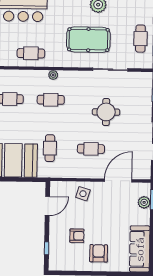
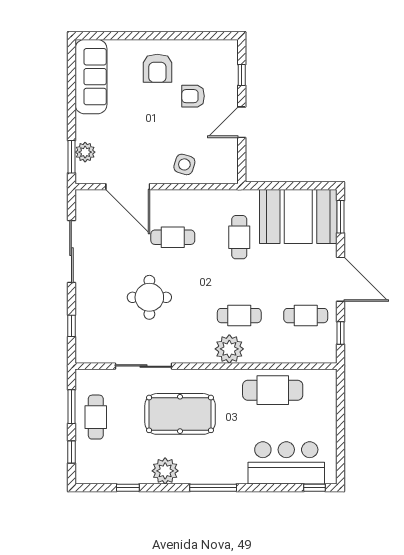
cafe table: (31, 53) -> (273, 390), width x1.37, depth x1.35
plant: (53, 75) -> (229, 349), width x1.88, depth x1.88
door: (118, 181) -> (128, 187), hinge flipped
door: (47, 206) -> (242, 122), moved

